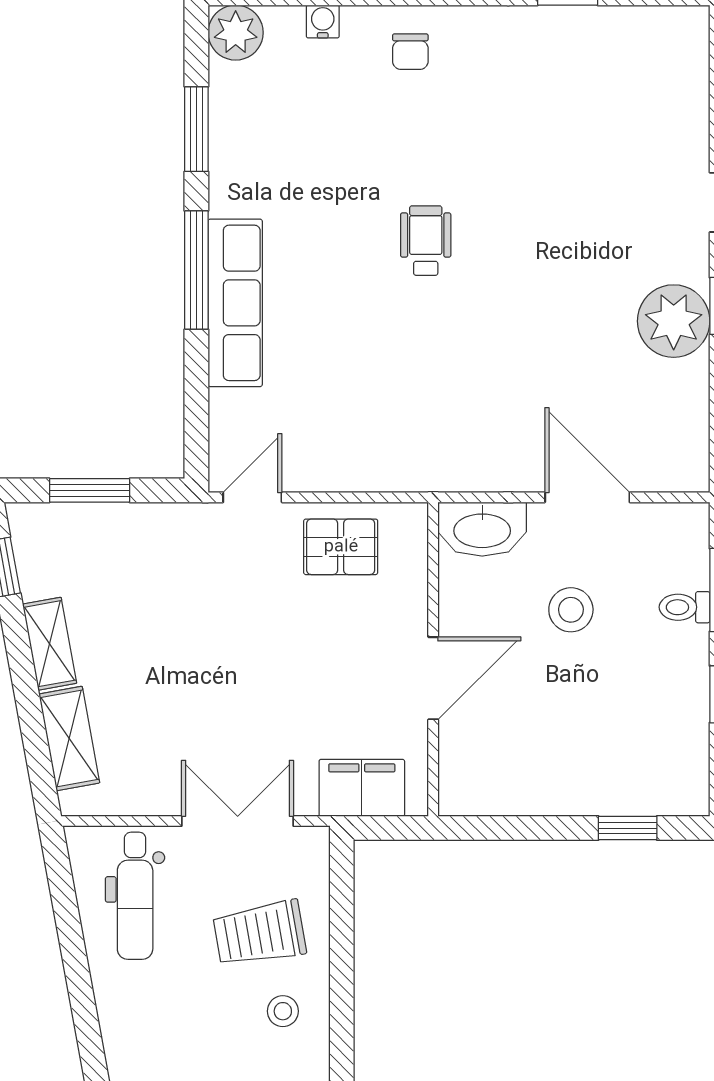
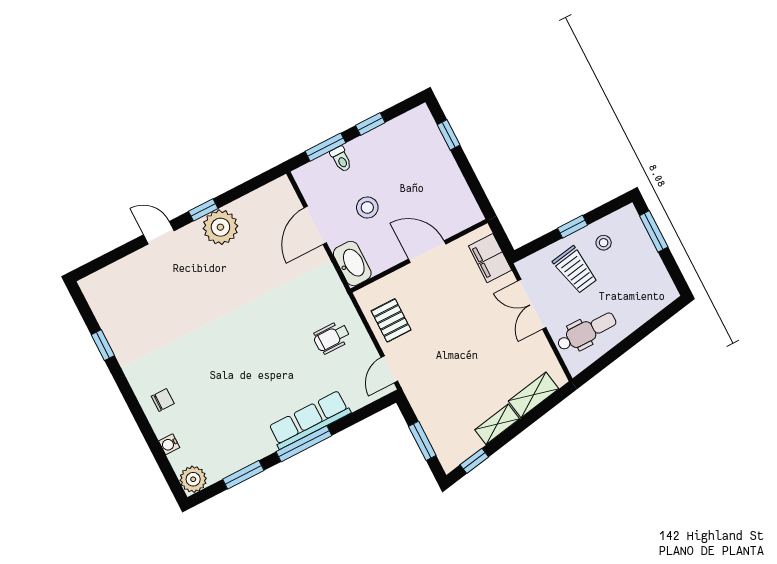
wheelchair: (426, 241) -> (332, 337), moved
door: (252, 497) -> (389, 369), hinge flipped
window: (342, 969) -> (573, 227), added

